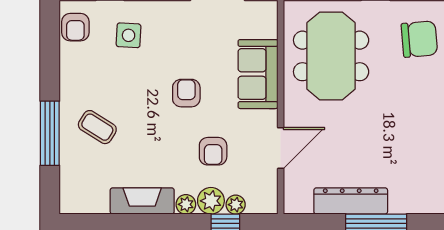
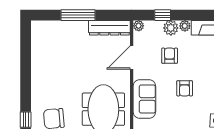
dresser: (351, 201) -> (109, 28), moved
plant: (236, 205) -> (139, 26), moved

